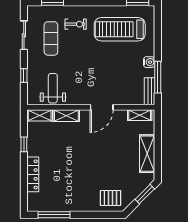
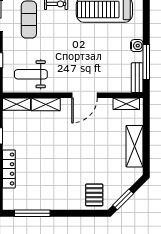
weight bench: (53, 88) -> (31, 74), turned -90
window: (145, 194) -> (123, 199), moved
pallet: (110, 198) -> (94, 195), turned 90

